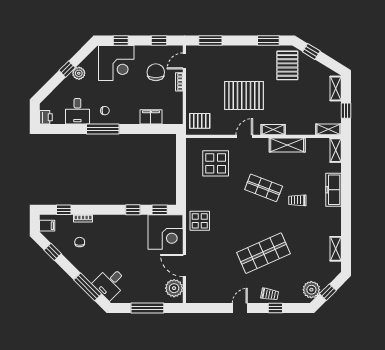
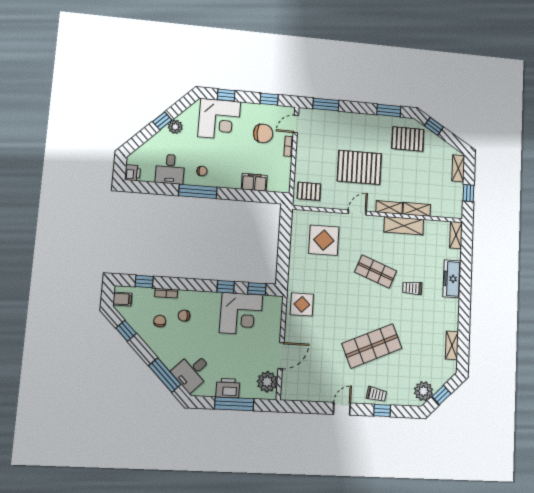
pallet: (287, 65) -> (408, 139), turned 90
chair: (156, 72) -> (263, 133), turned 90
shelving: (328, 129) -> (417, 209), moved
corner desk: (166, 232) -> (241, 314), moved
chair: (99, 236) -> (184, 316), added
door: (184, 266) -> (281, 356), swing flipped
printer: (141, 295) -> (228, 388), added

